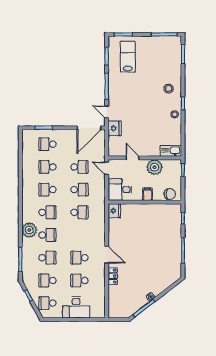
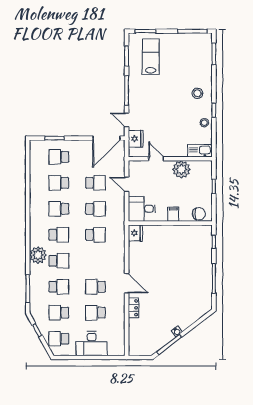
kitchen sink: (171, 151) -> (200, 151), moved
door: (133, 158) -> (156, 159), moved
wall: (145, 158) -> (170, 159), moved
plant: (154, 167) -> (181, 169), moved

